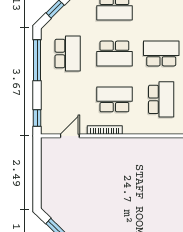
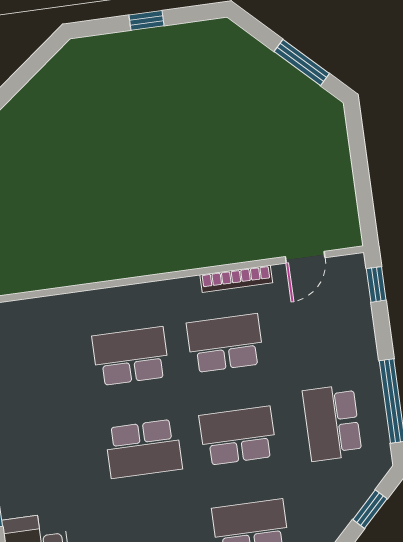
school desk: (114, 99) -> (225, 343), turned 180
school desk: (161, 99) -> (131, 356), turned 90

